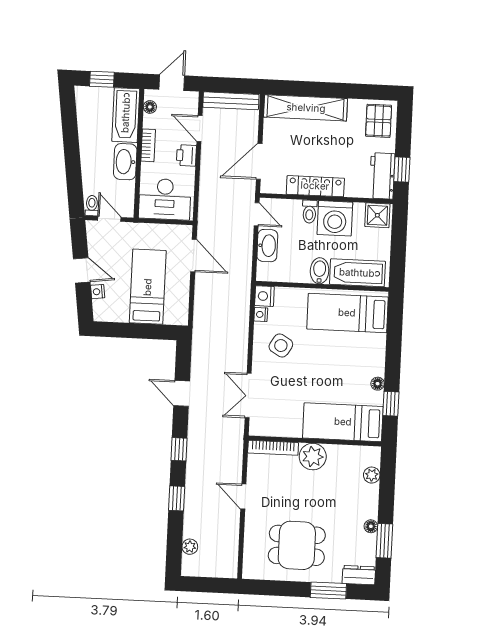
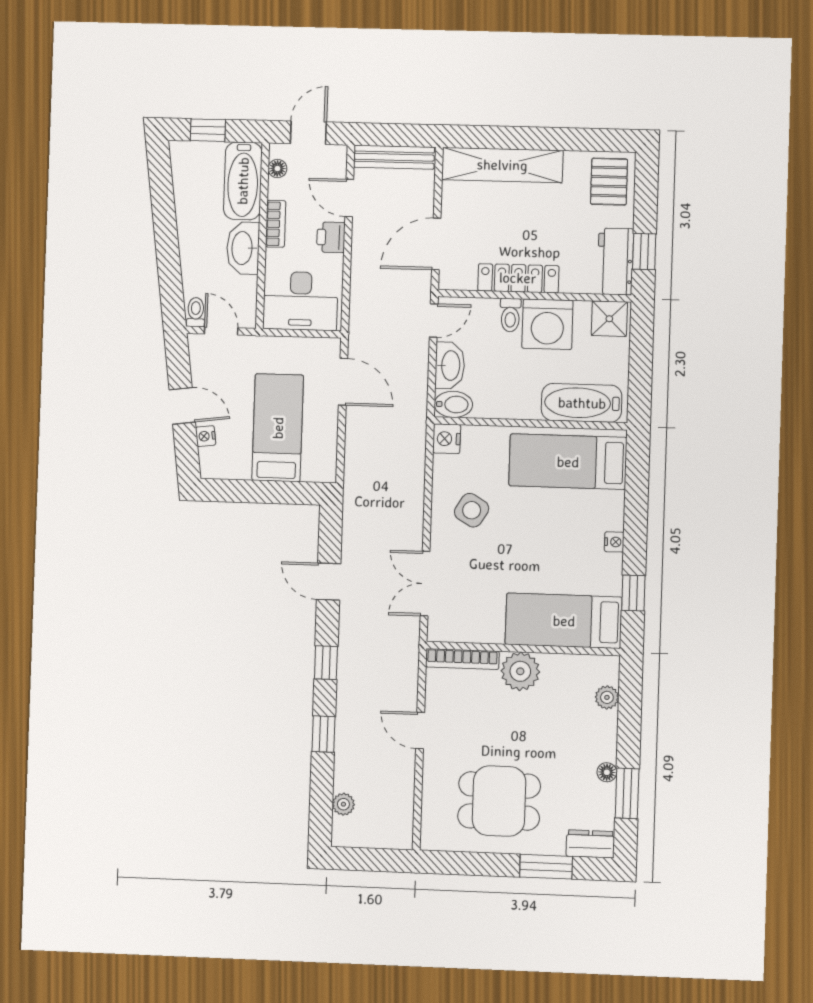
door: (257, 214) -> (434, 321), hinge flipped
bidet: (320, 271) -> (453, 404), moved, turned 90
nightstand: (261, 314) -> (614, 542), moved, turned 180
floor lamp: (378, 384) -> (613, 564), removed

